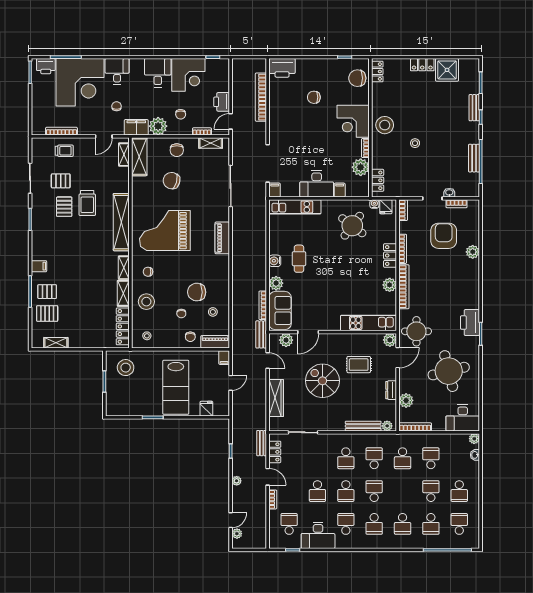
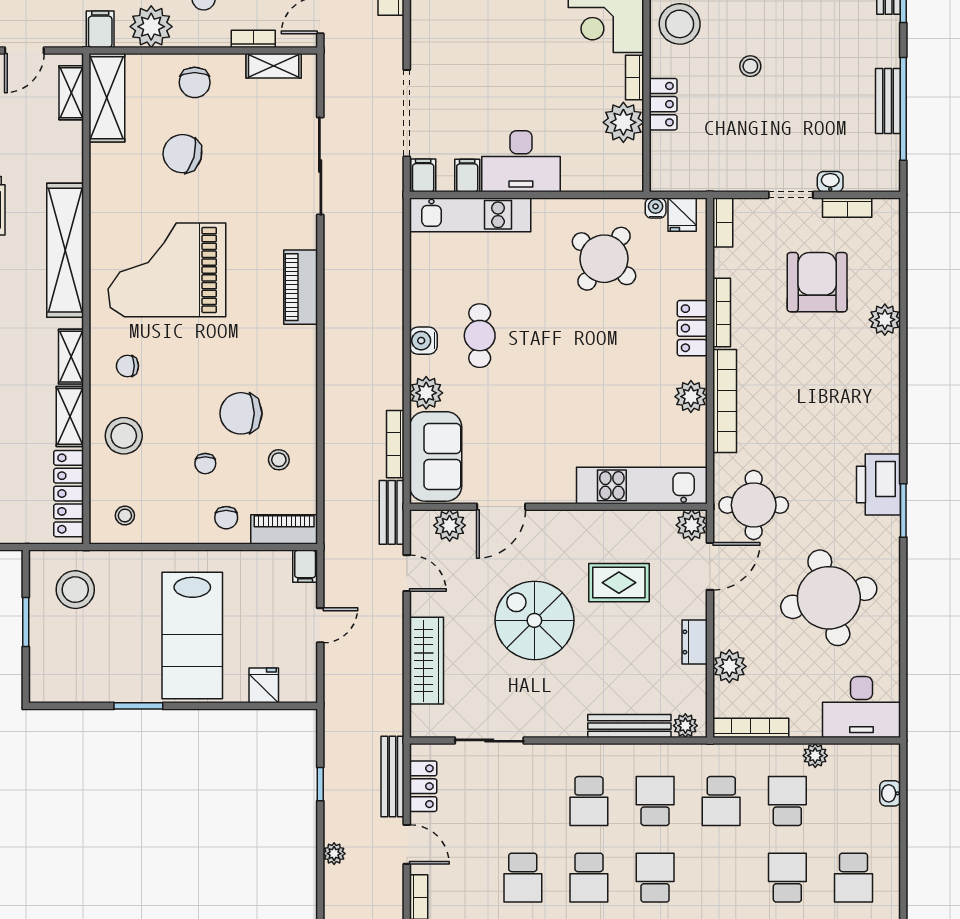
filing cabinet: (136, 127) -> (100, 29), width x0.50
locker: (378, 180) -> (663, 104), moved
filing cabinet: (340, 190) -> (467, 176), moved
plant: (474, 439) -> (815, 756), moved
bench: (262, 443) -> (393, 777), width x1.36

